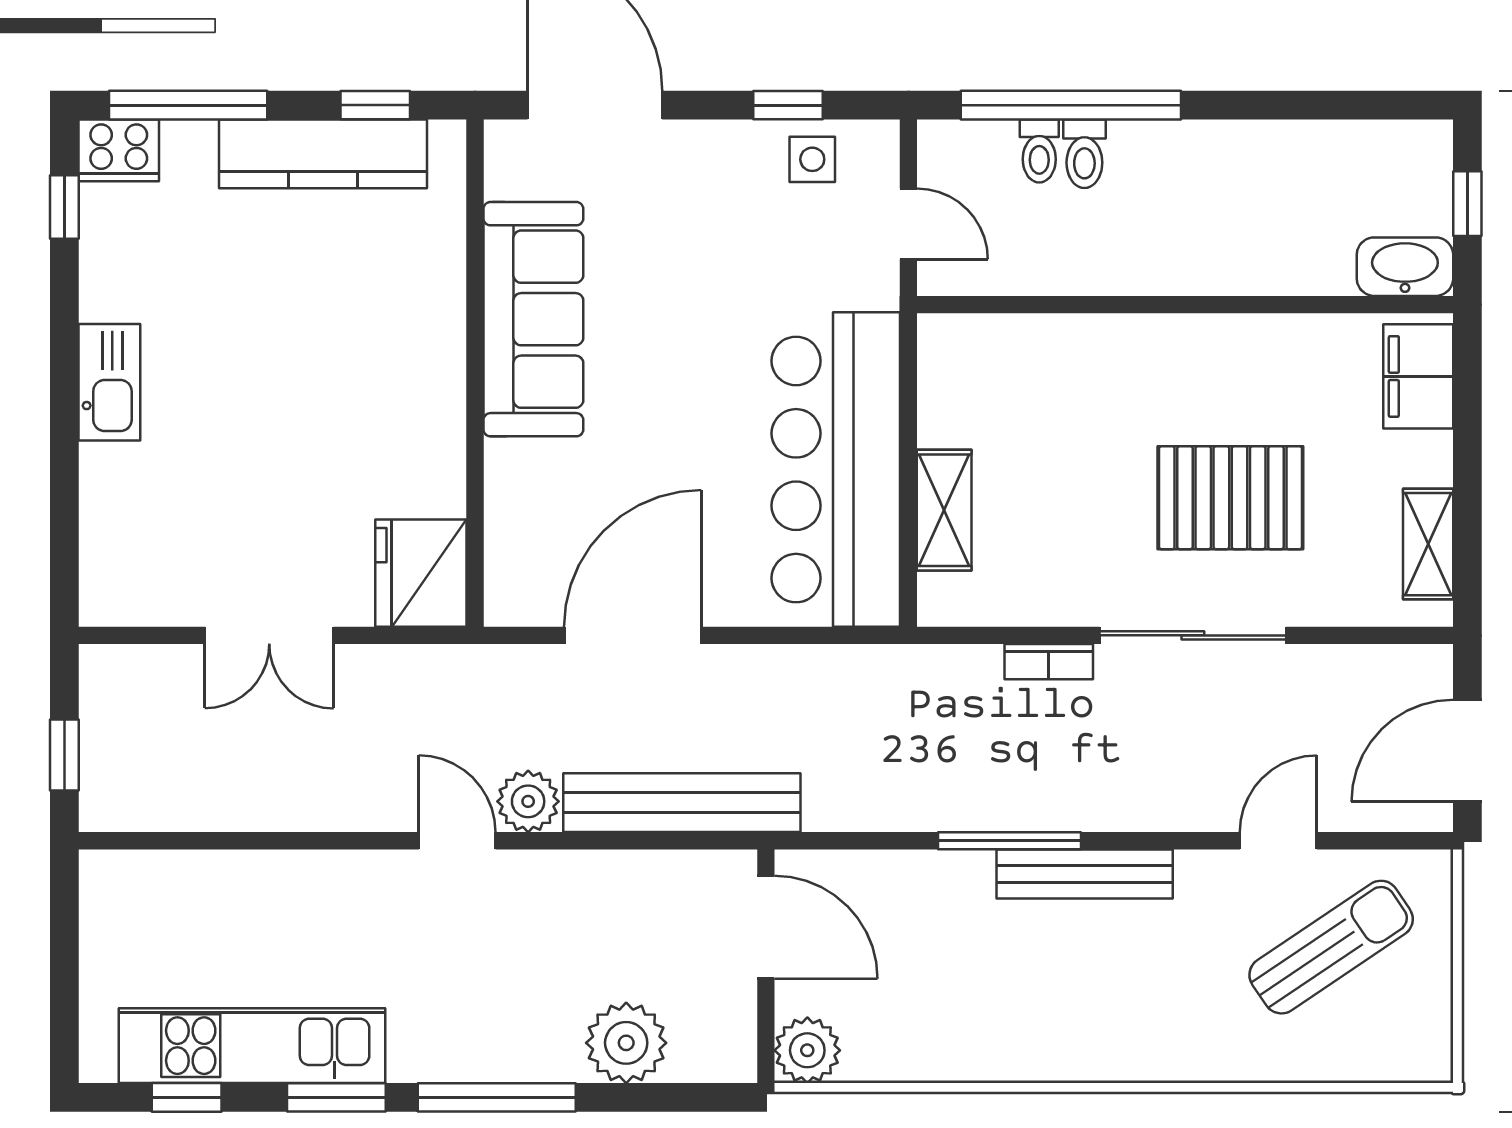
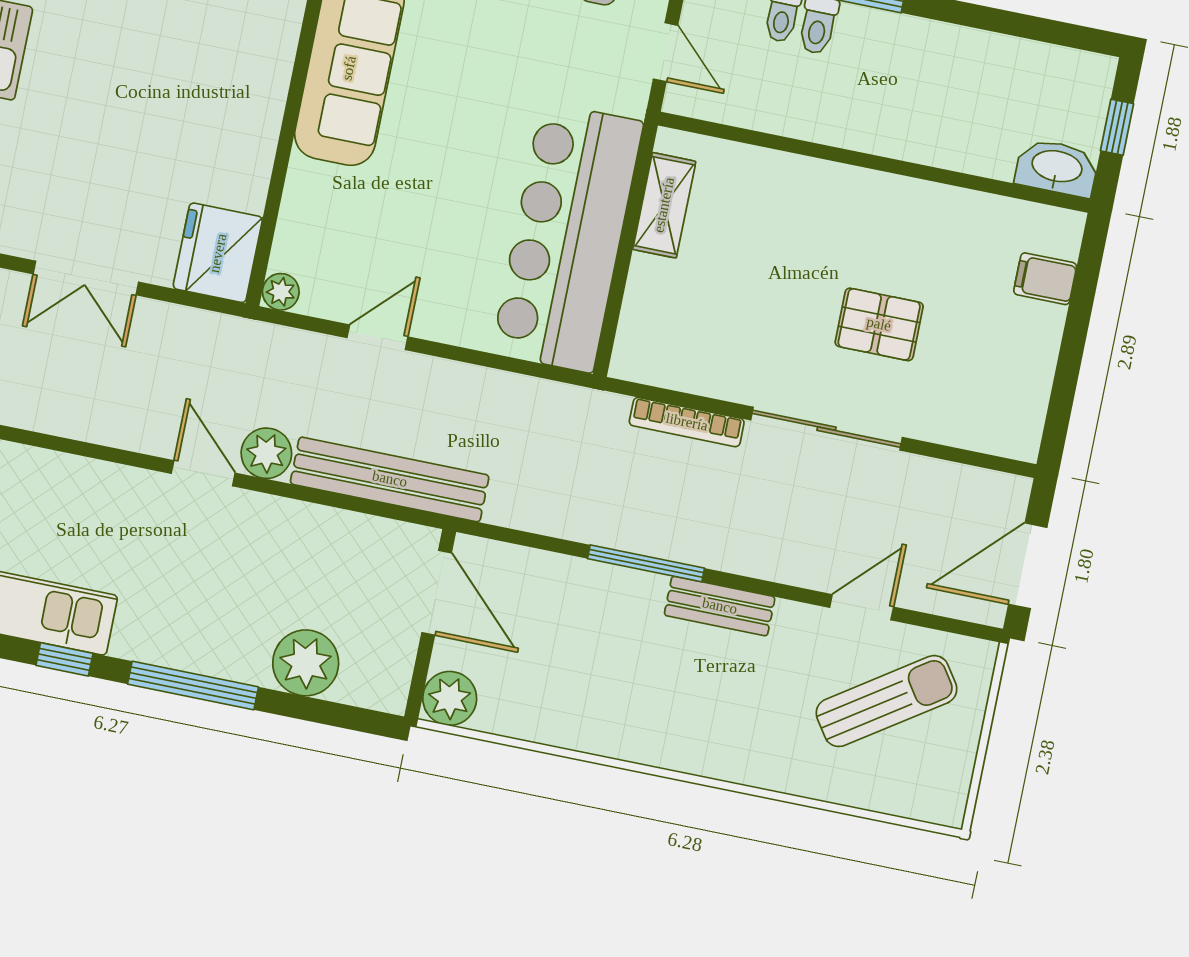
filing cabinet: (1418, 376) -> (1045, 279), width x0.50
pallet: (1230, 498) -> (879, 324), width x0.67, depth x0.71
shelving: (944, 510) -> (664, 205), moved
shelving: (1428, 544) -> (1030, 394), removed
plant: (506, 605) -> (281, 292), added
door: (633, 635) -> (377, 337), width x0.53
bookcase: (1049, 662) -> (687, 422), width x1.56
bench: (1085, 874) -> (720, 606), width x0.73
window: (336, 1097) -> (64, 659), width x0.67

